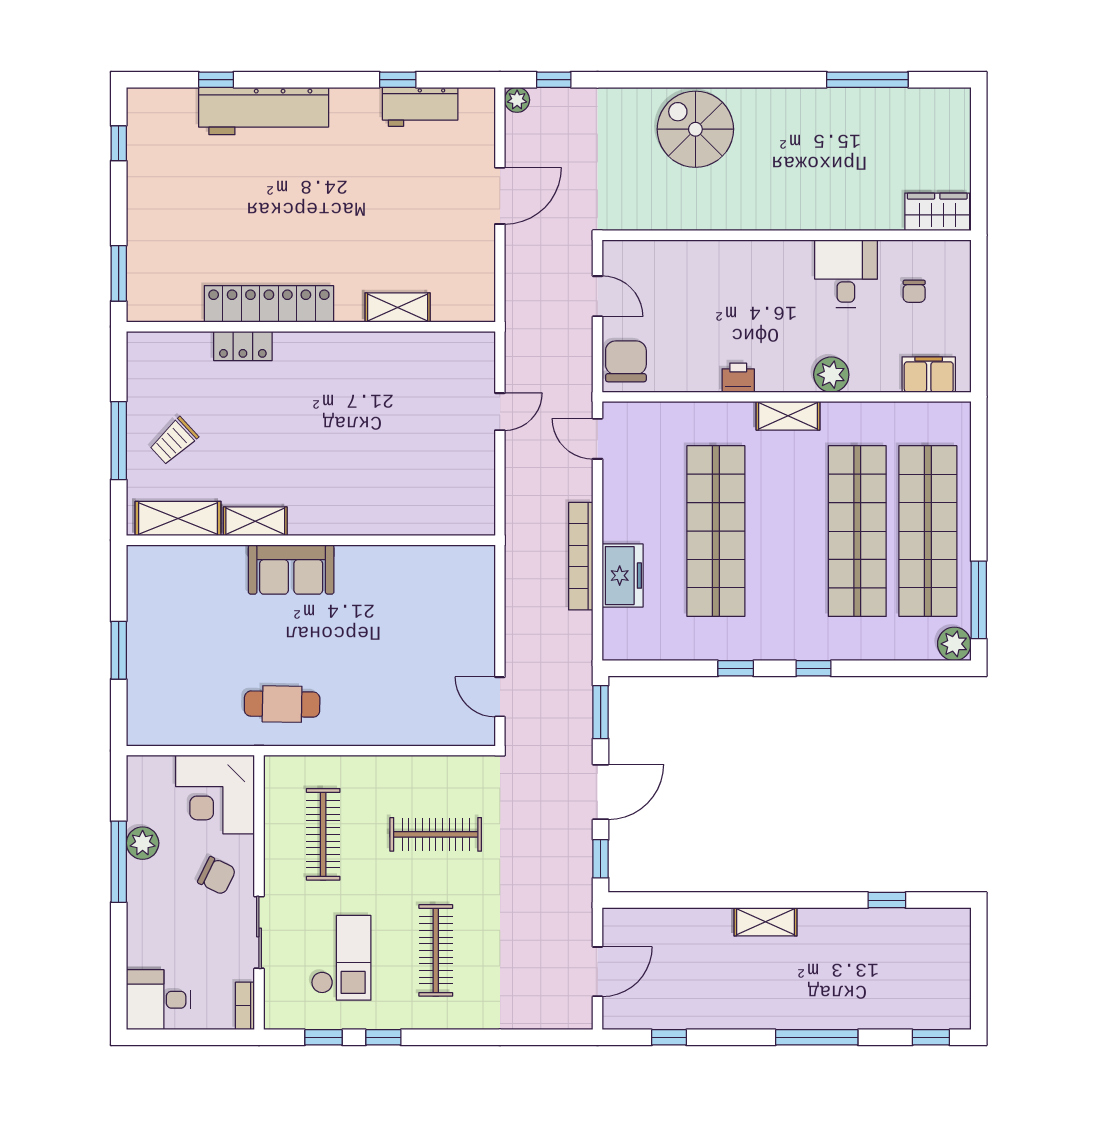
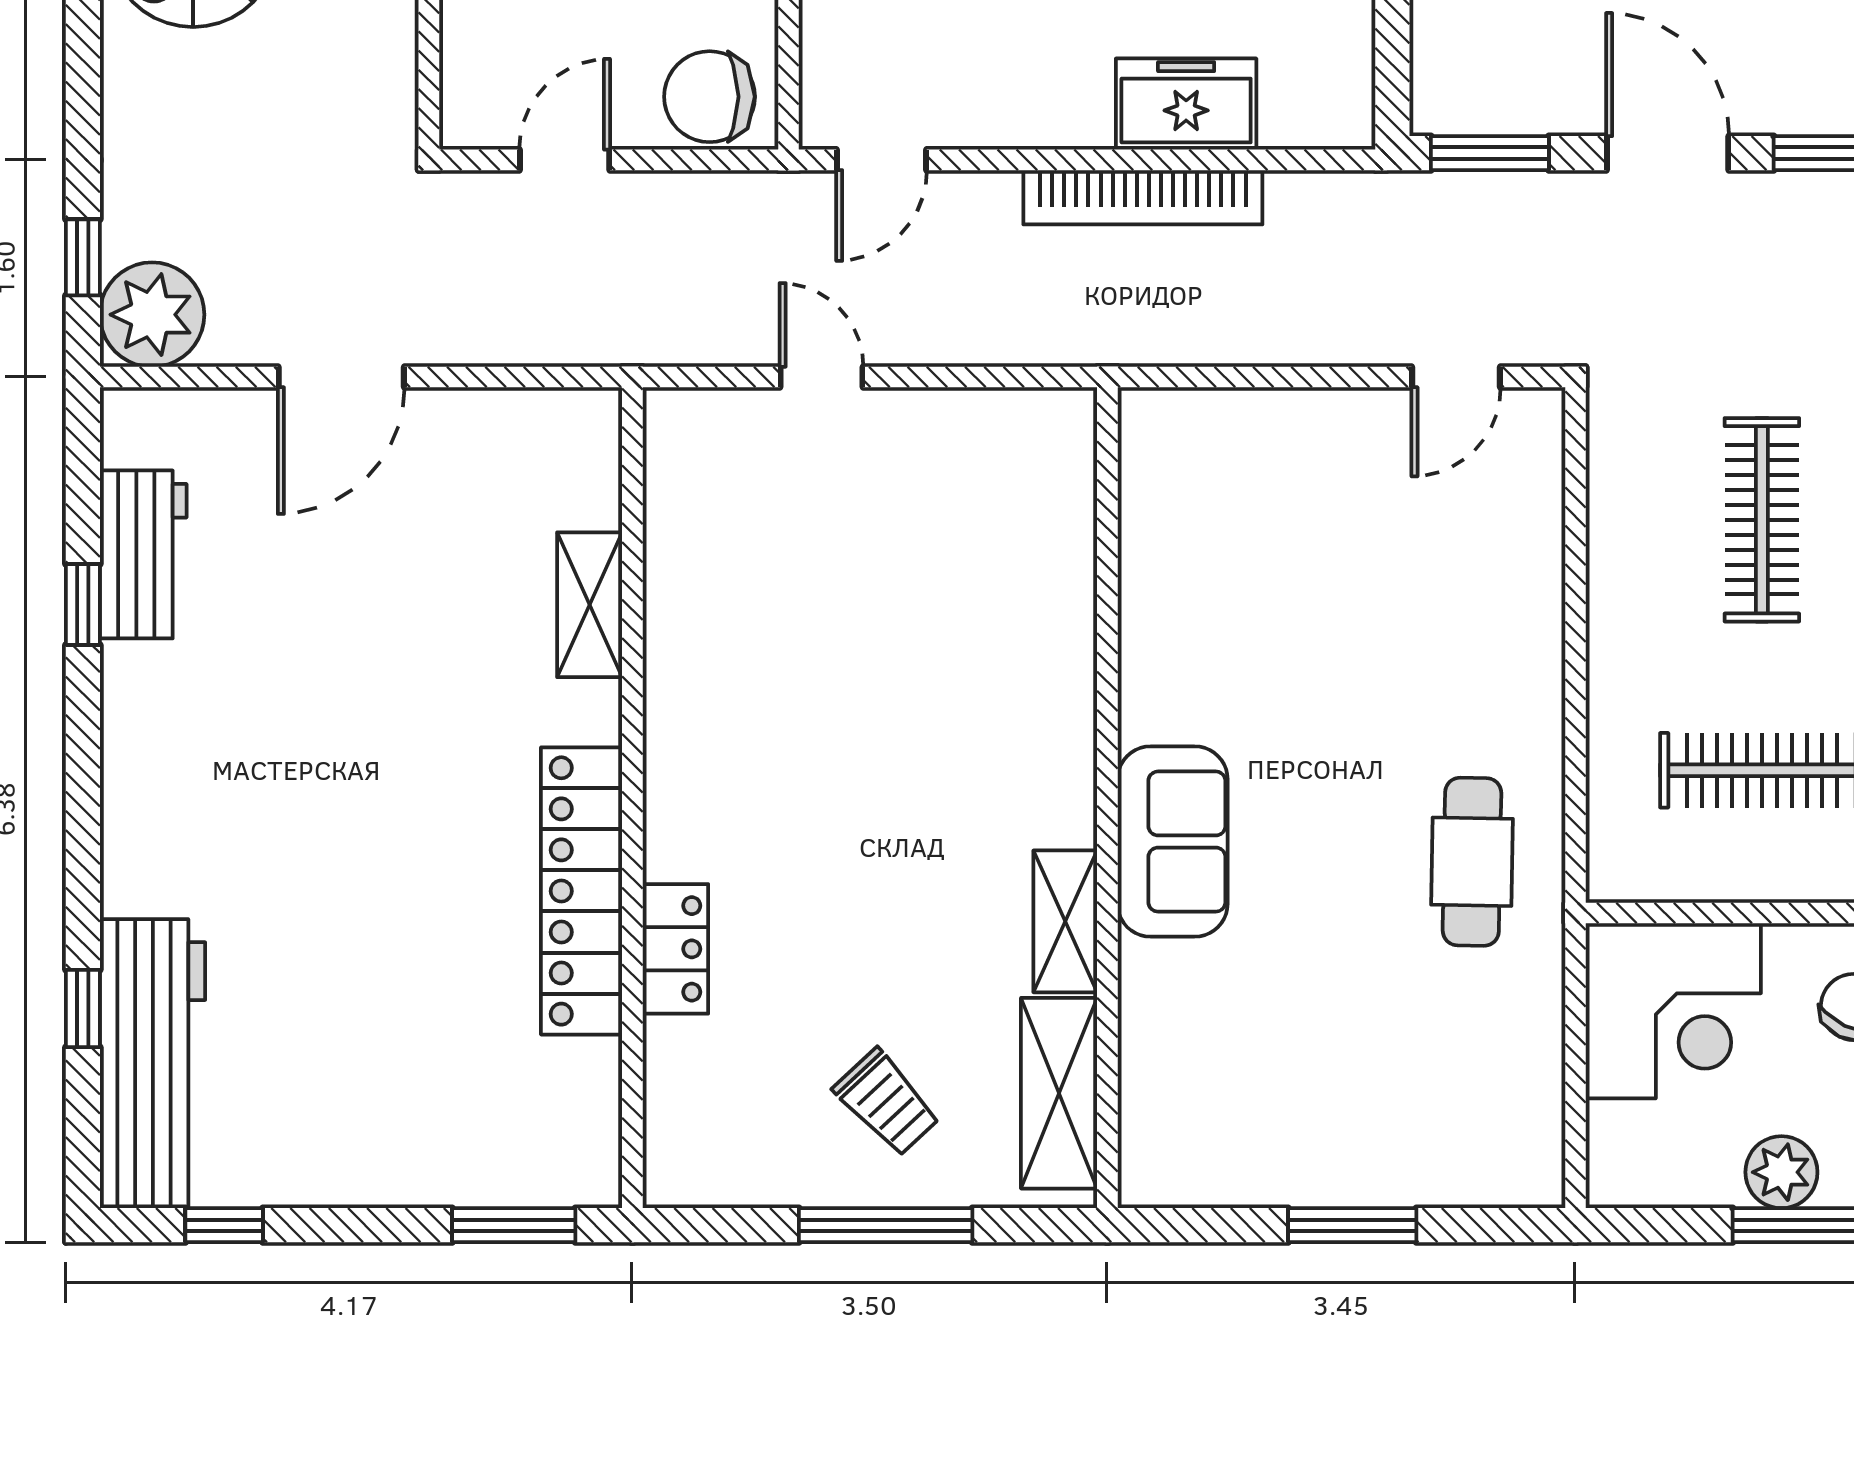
plant: (517, 100) -> (152, 315), width x1.87, depth x1.87
workbench: (264, 111) -> (152, 1064), moved
door: (500, 196) -> (341, 377), swing flipped

